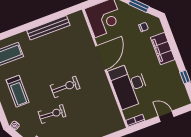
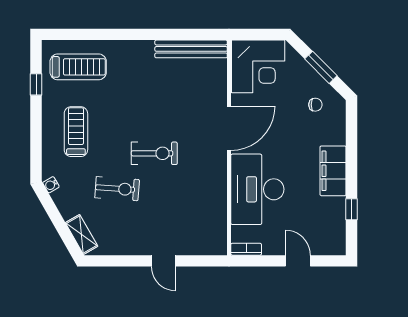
bench: (48, 28) -> (191, 49), moved
filing cabinet: (163, 49) -> (333, 171), moved
treadmill: (18, 91) -> (76, 132), turned 180

